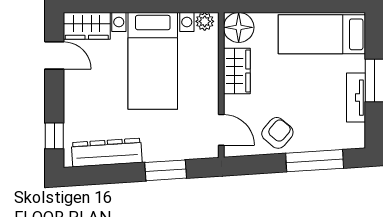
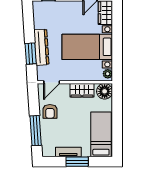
armchair: (277, 133) -> (50, 111), turned 50
dresser: (107, 153) -> (41, 47), moved

